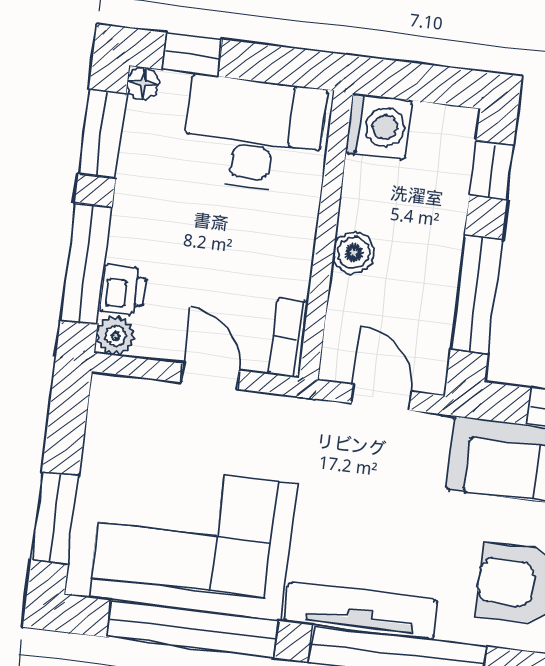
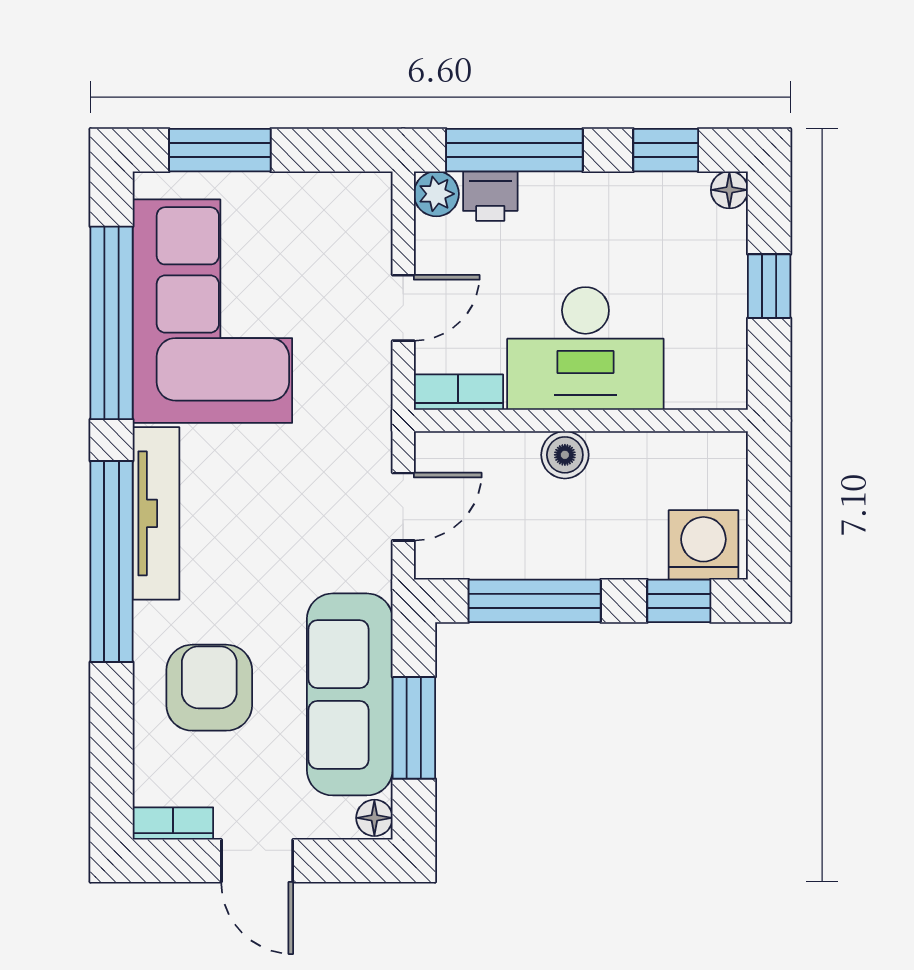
window: (192, 54) -> (769, 286), moved
washing machine: (379, 126) -> (703, 545), moved, turned 180
window: (102, 134) -> (666, 150), width x0.67
desk: (254, 134) -> (585, 349), moved, turned 90

